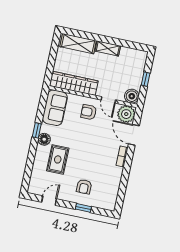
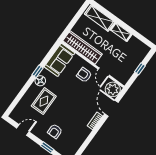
boiler: (132, 96) -> (123, 77), removed

